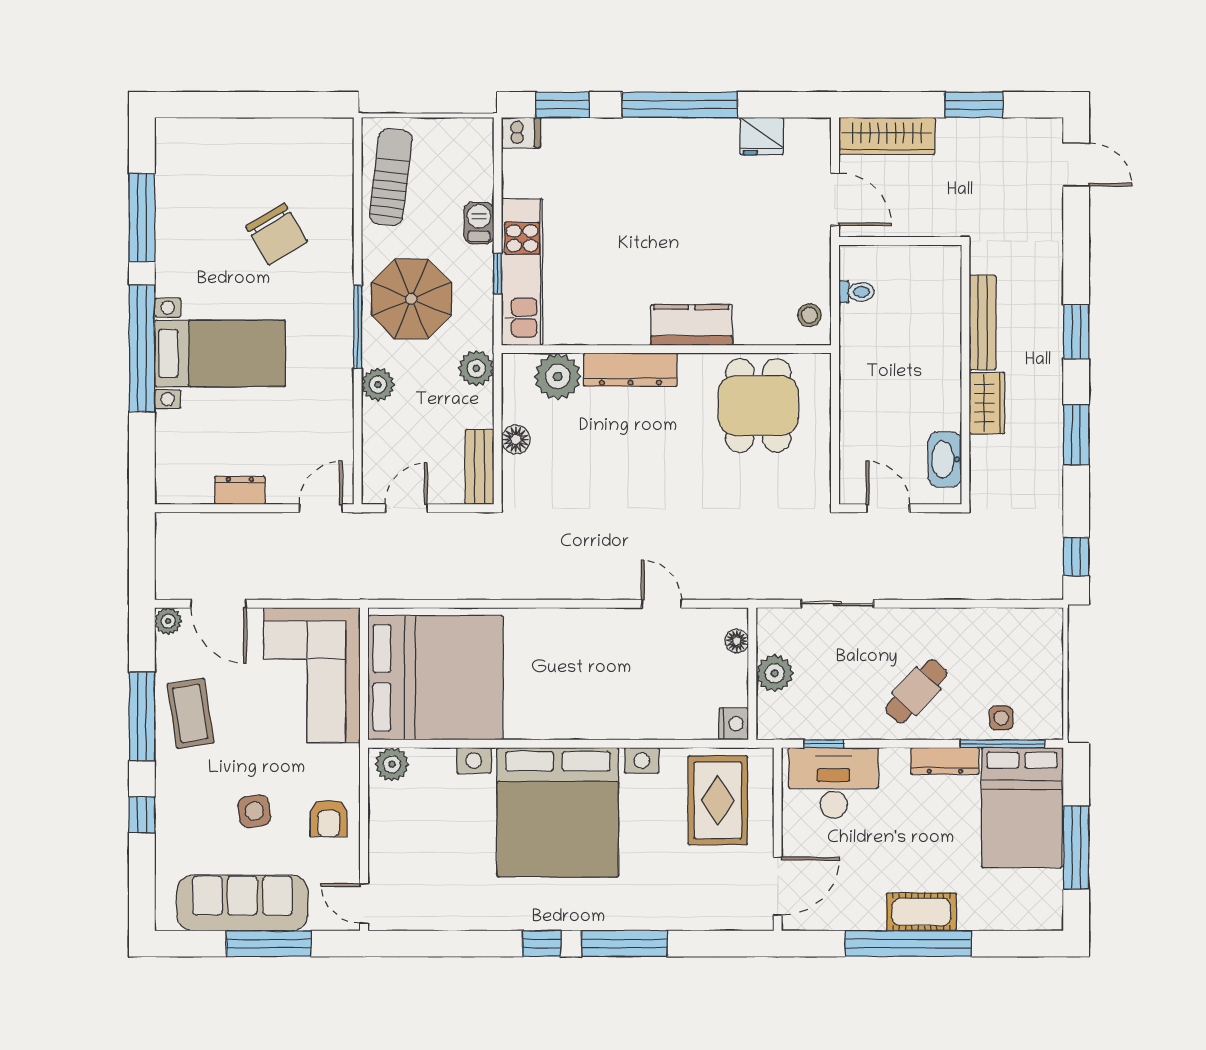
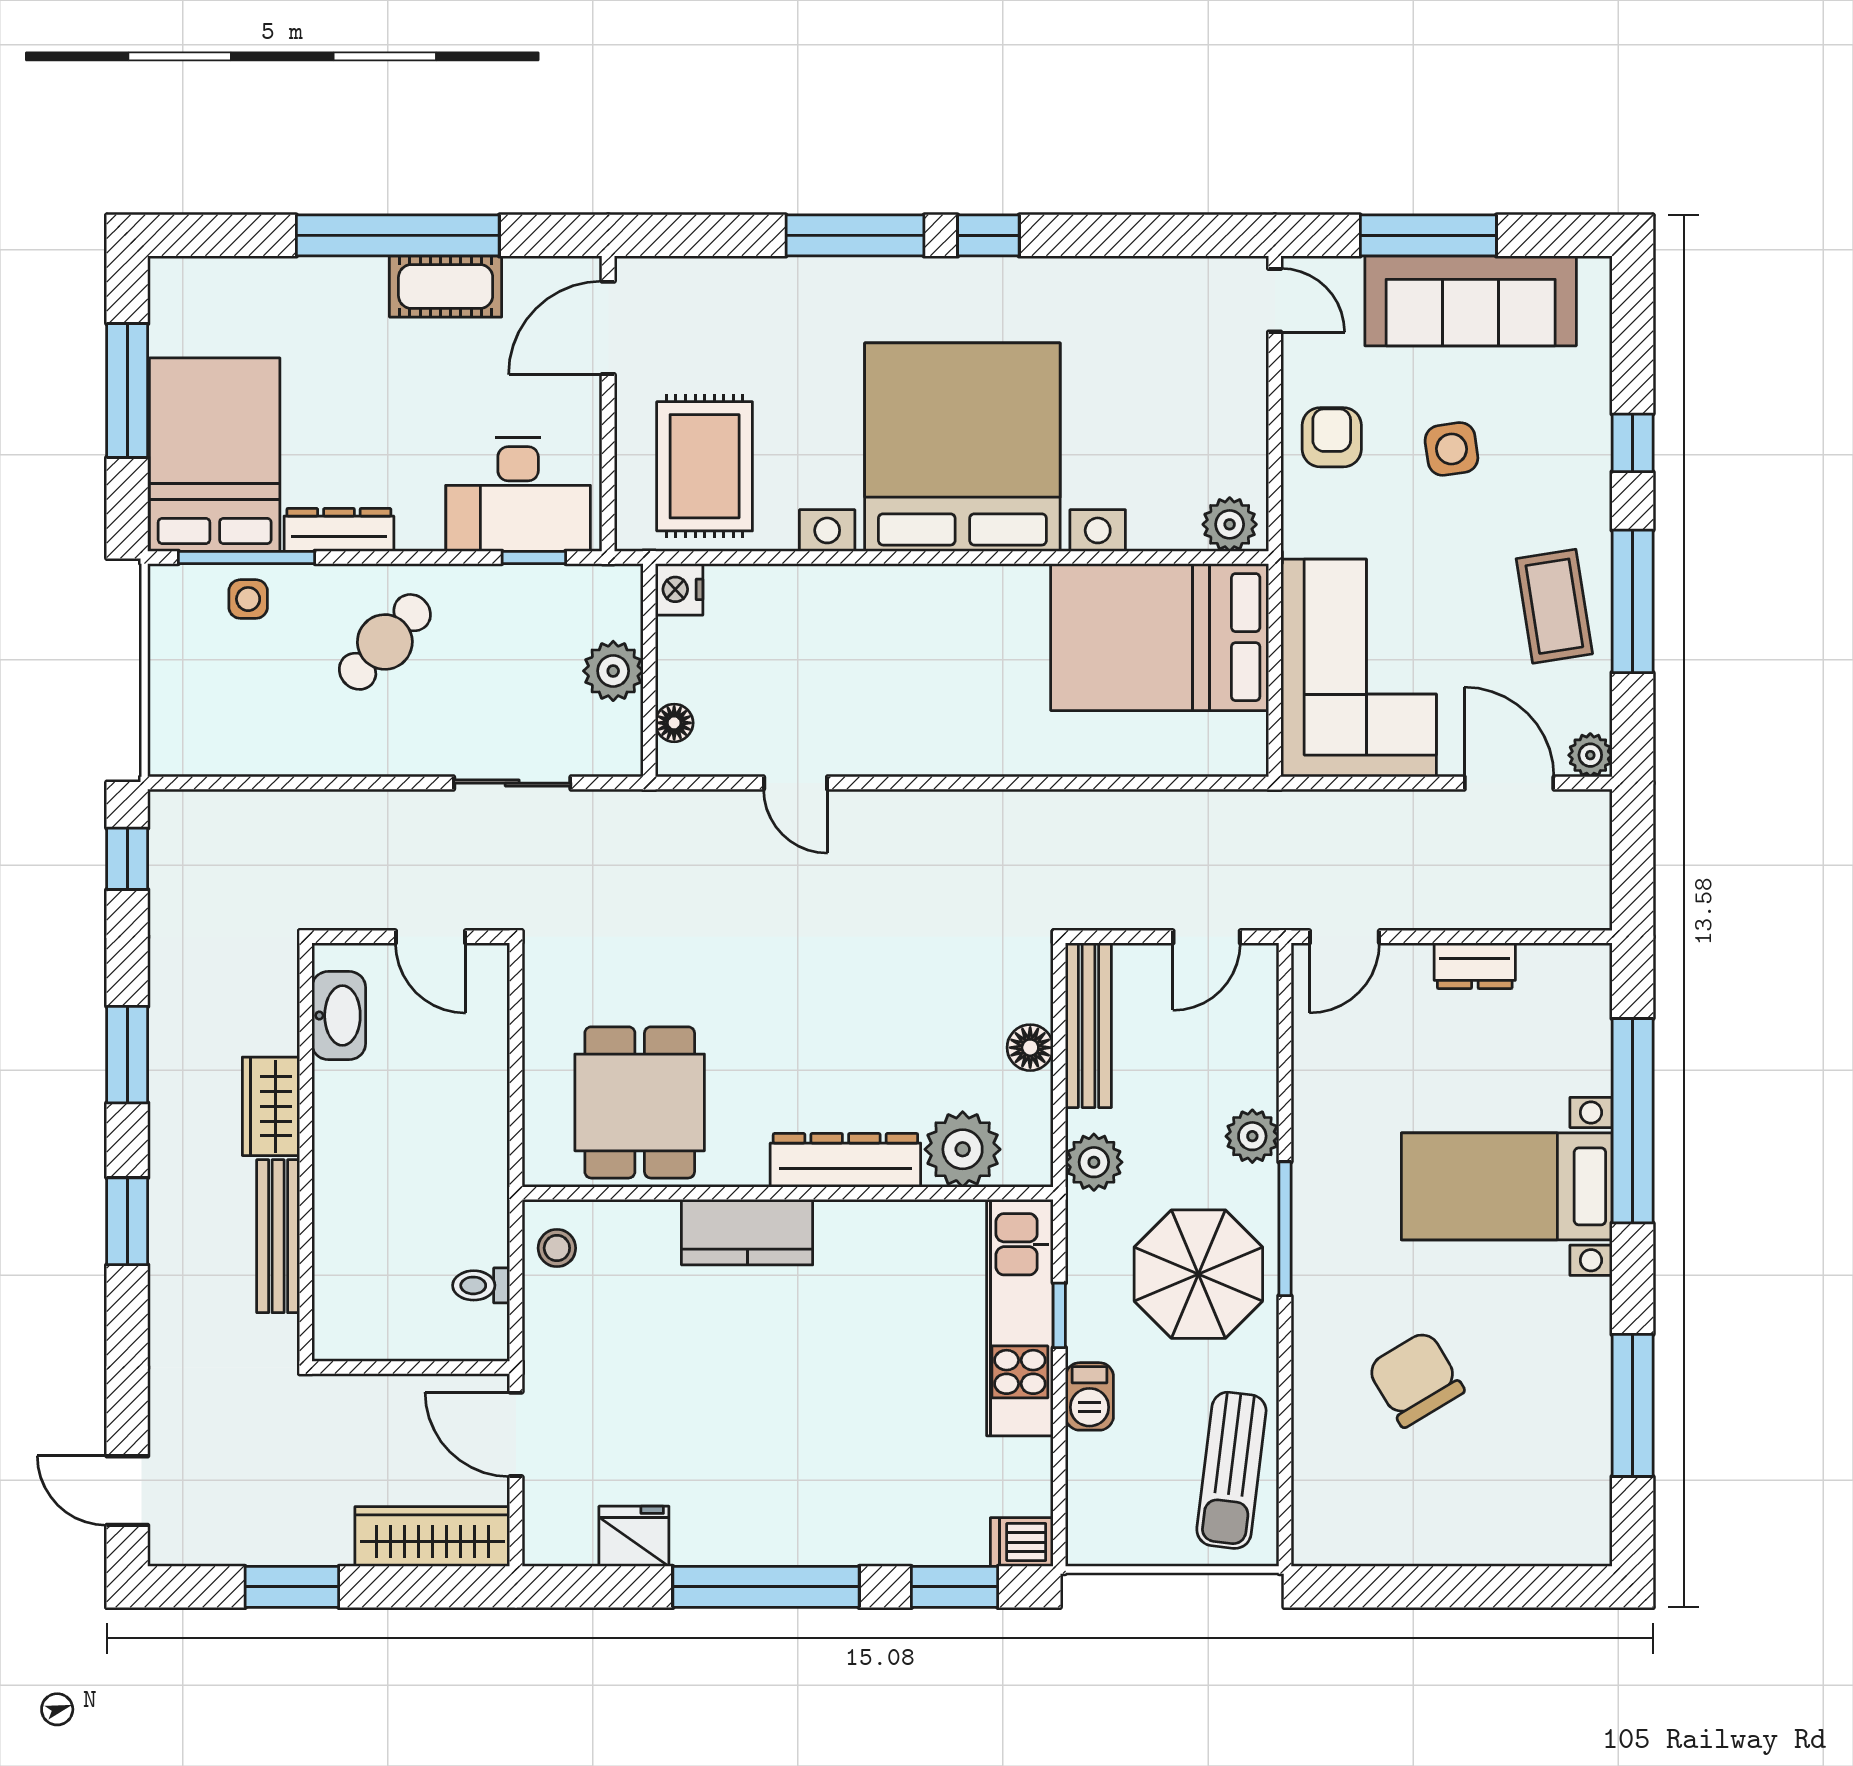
window: (142, 349) -> (1633, 1121), moved
bench: (480, 467) -> (1088, 1025), width x1.36
bed: (435, 678) -> (1160, 637), width x0.73
cot: (921, 912) -> (446, 286), moved

